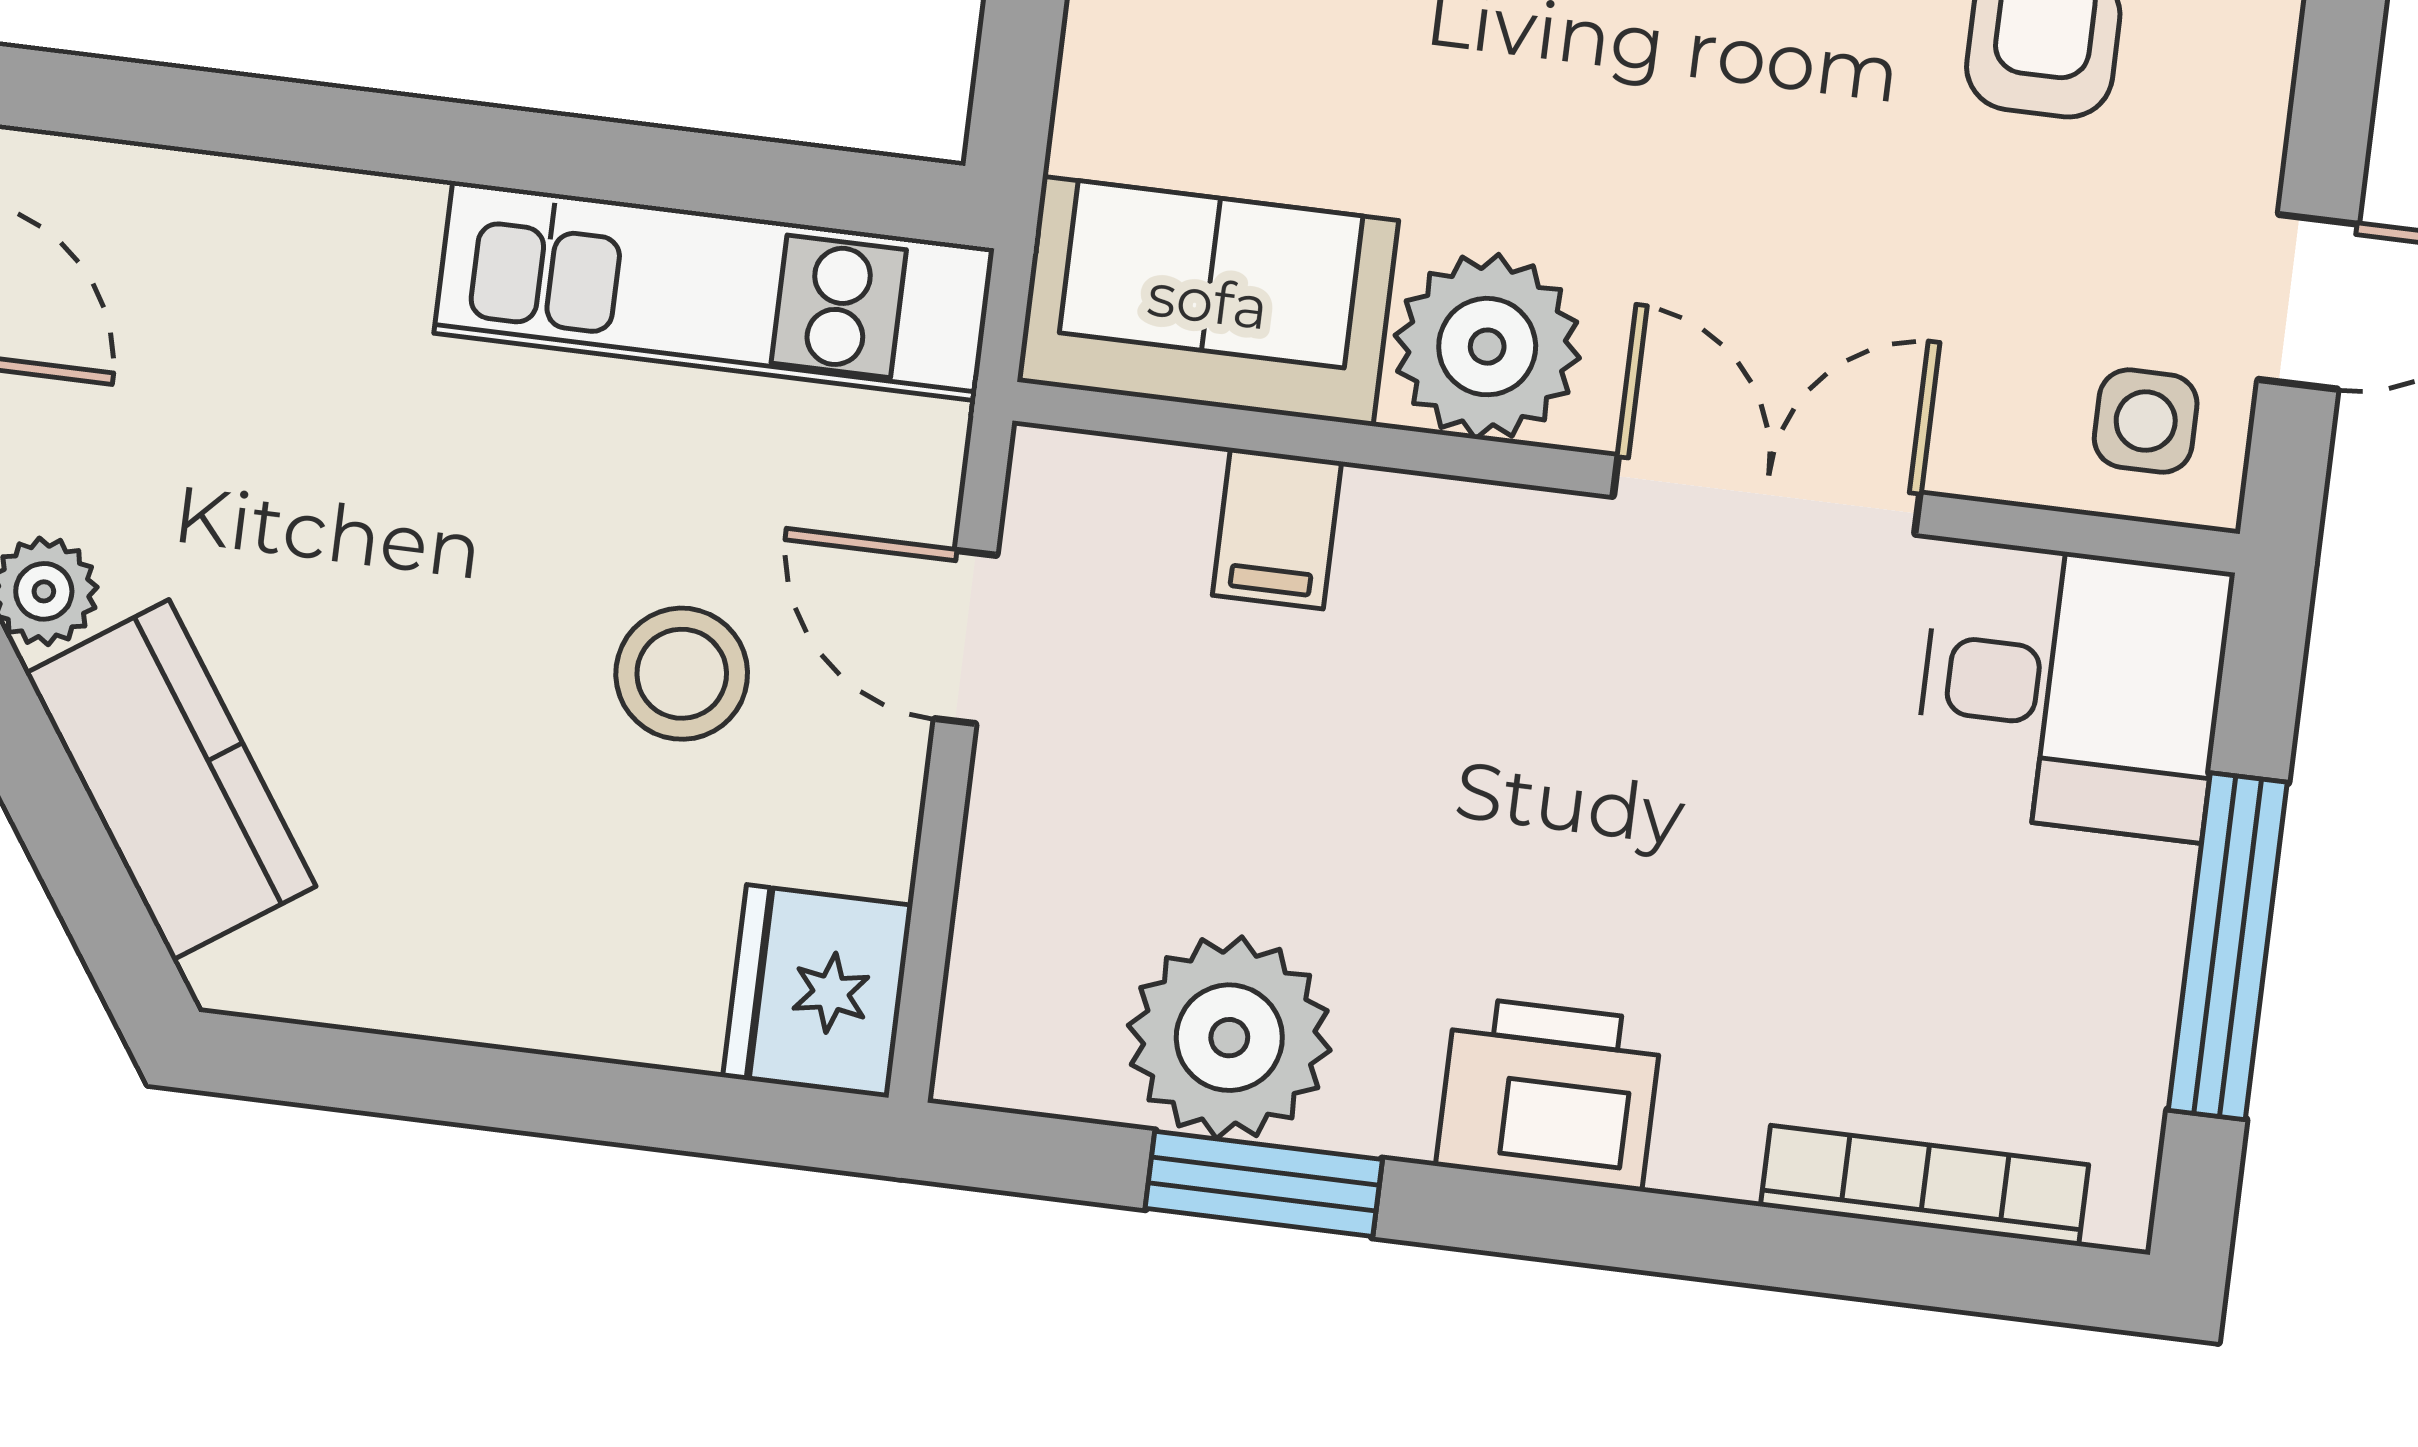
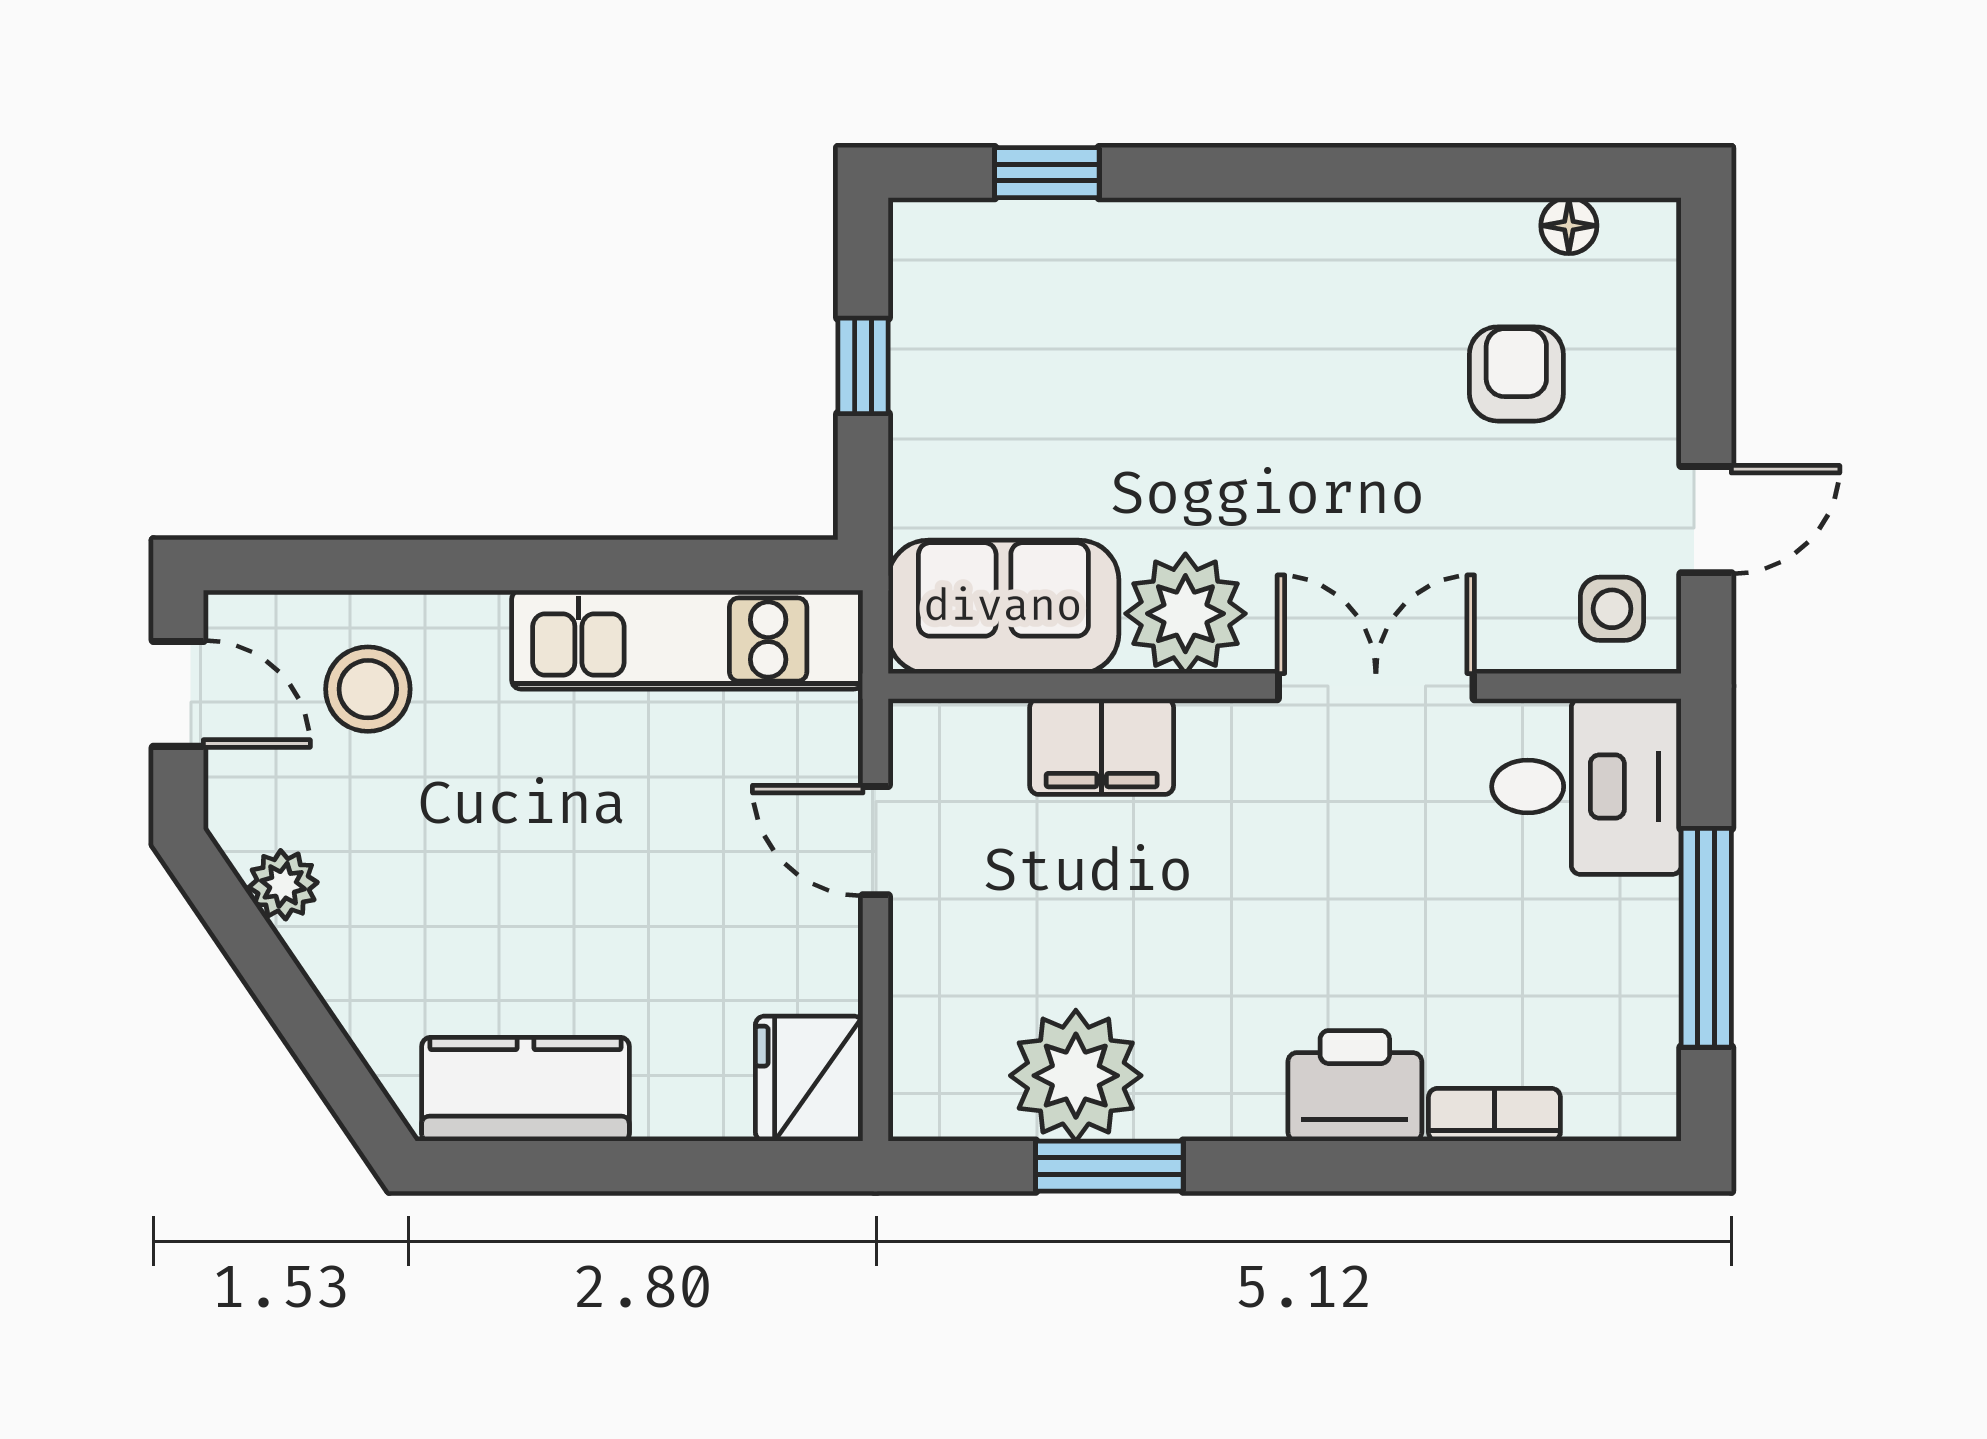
filing cabinet: (1277, 528) -> (1102, 747), width x2.00
stool: (682, 674) -> (368, 689), moved
kitchen counter: (171, 780) -> (525, 1089), moved, turned -56
printer: (1549, 1094) -> (1355, 1086), moved
bookcase: (1924, 1186) -> (1494, 1115), width x0.64

